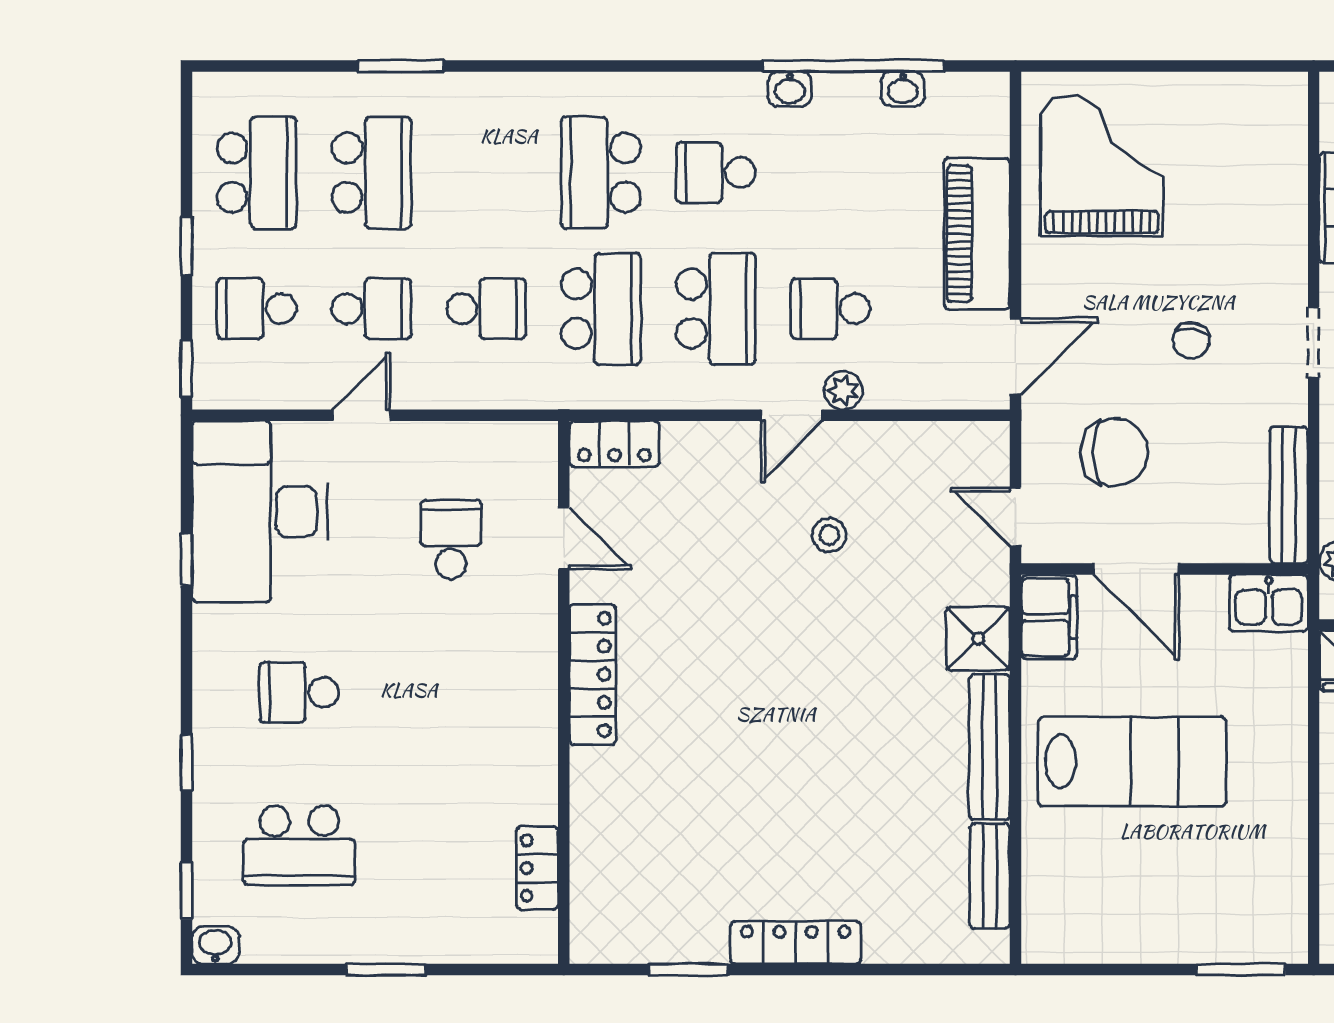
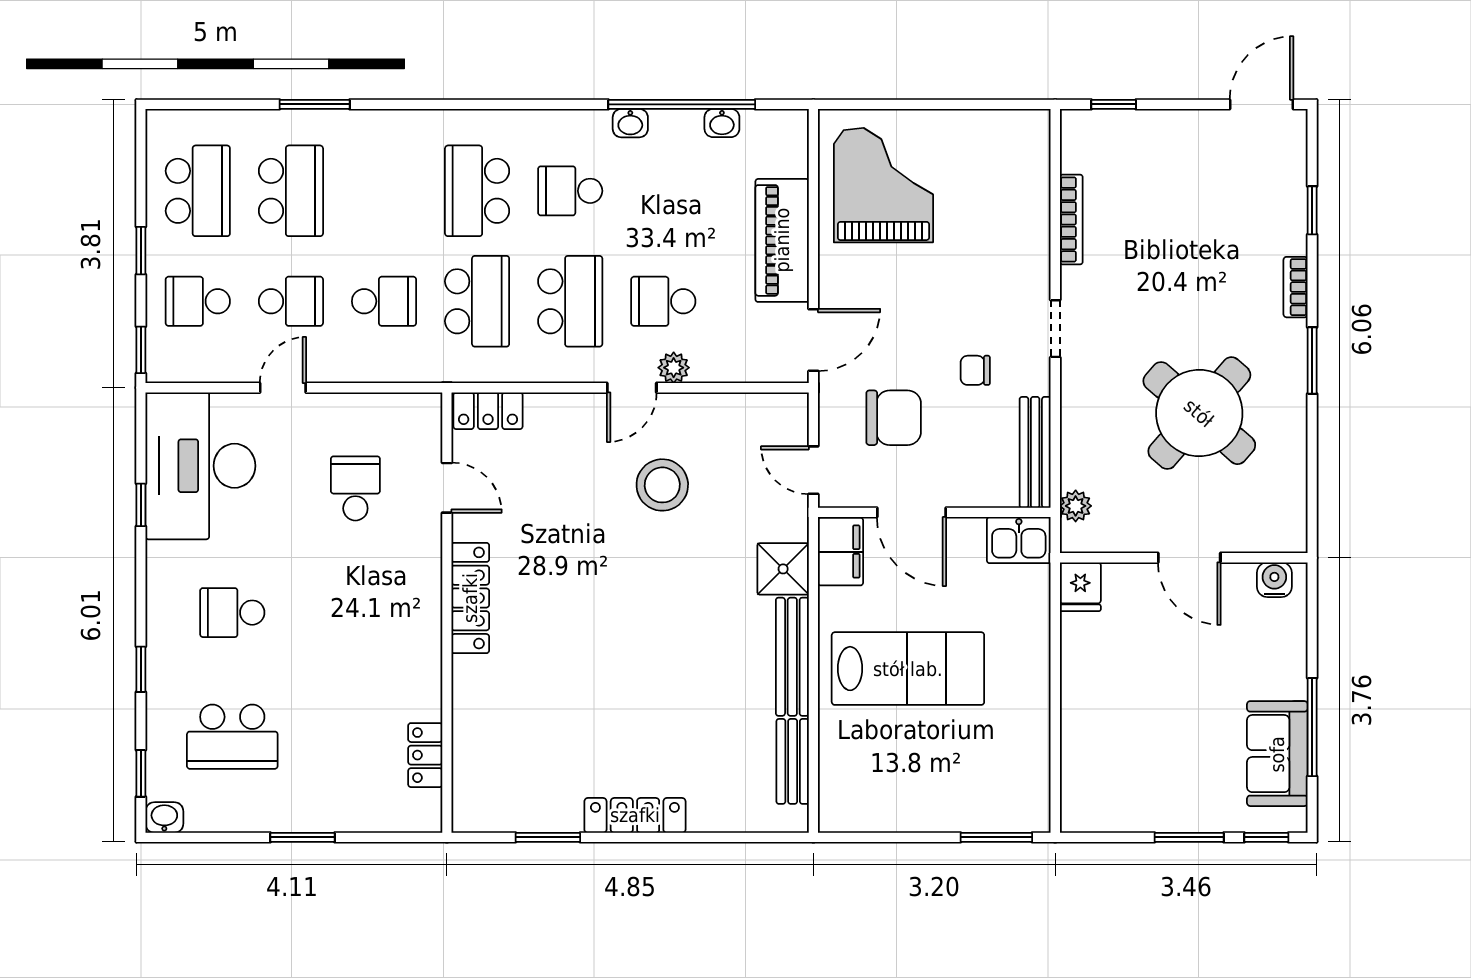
chair: (1191, 340) -> (975, 370), moved, turned 80
stool: (829, 535) -> (662, 485), width x1.89, depth x1.89

